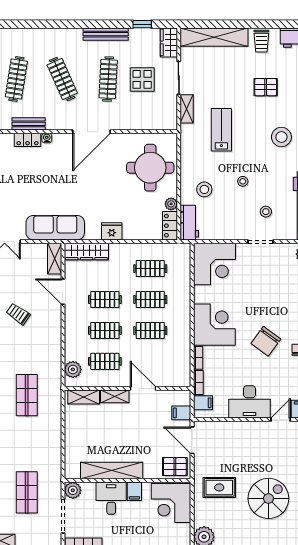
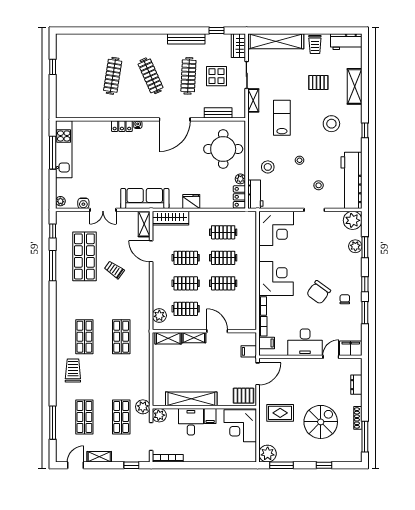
bench: (29, 124) -> (218, 113), moved
door: (192, 440) -> (258, 374), swing flipped
plant: (53, 480) -> (143, 407), added

